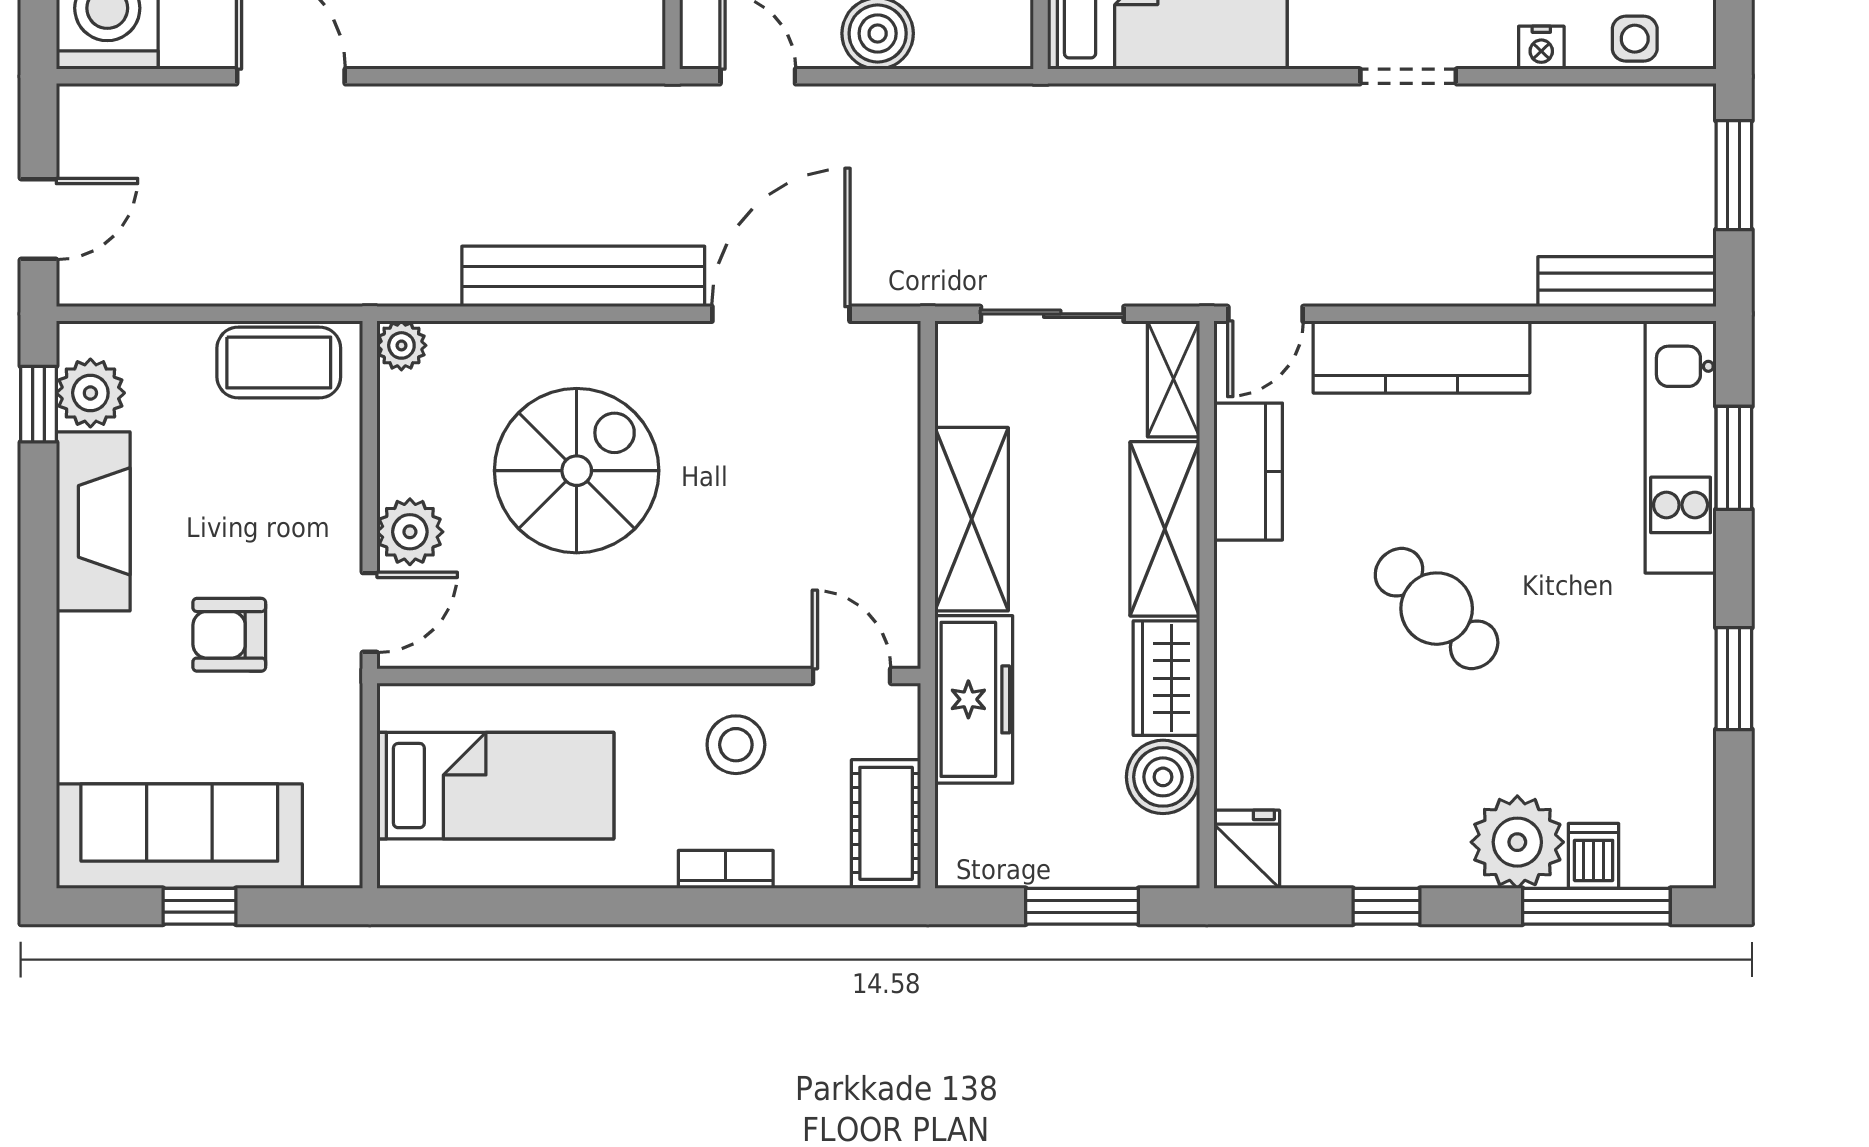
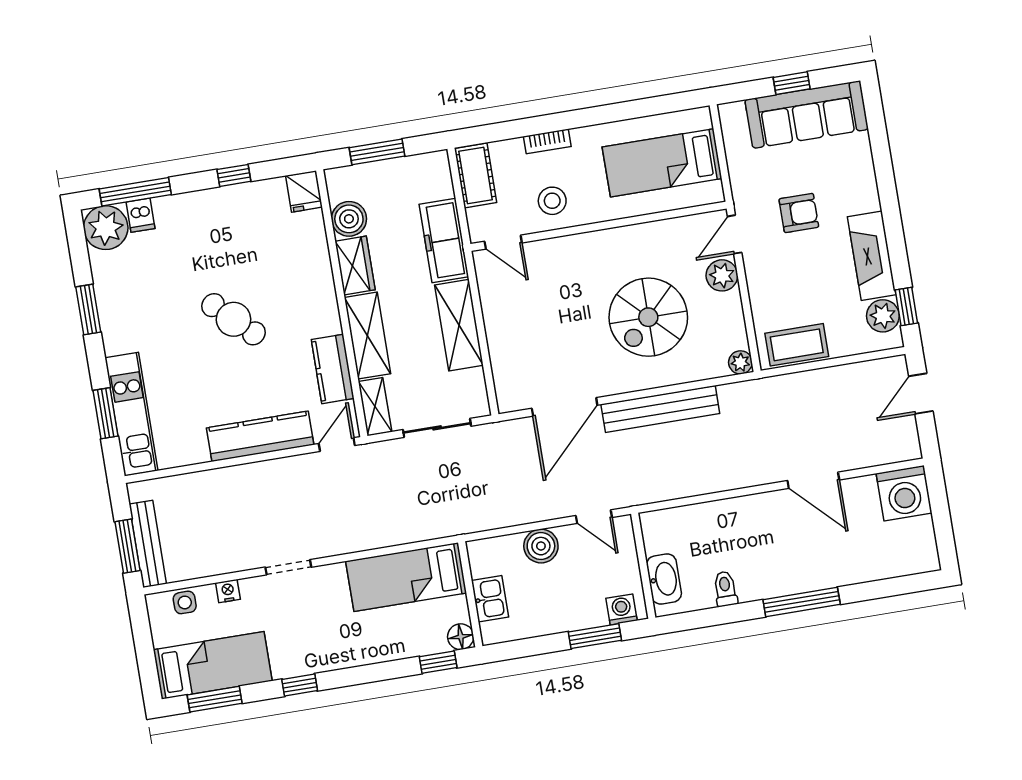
bench: (1627, 282) -> (148, 544), moved, turned 90
plant: (1517, 842) -> (106, 228), moved

